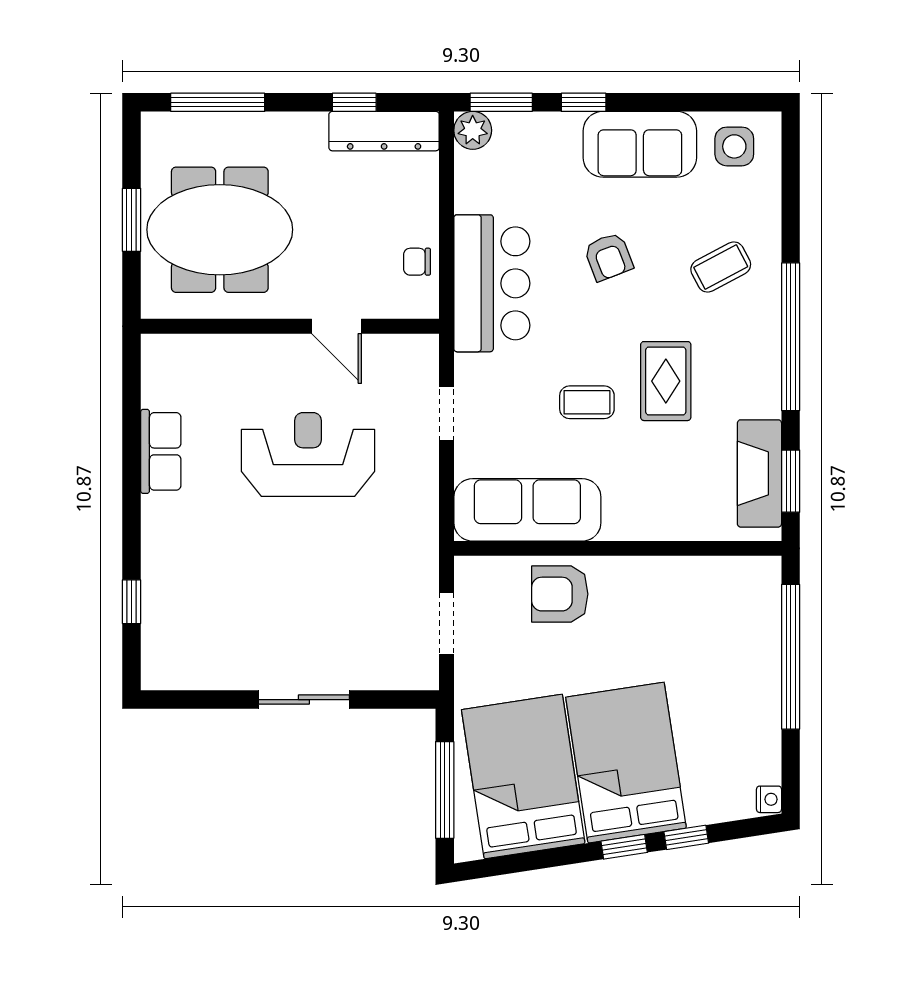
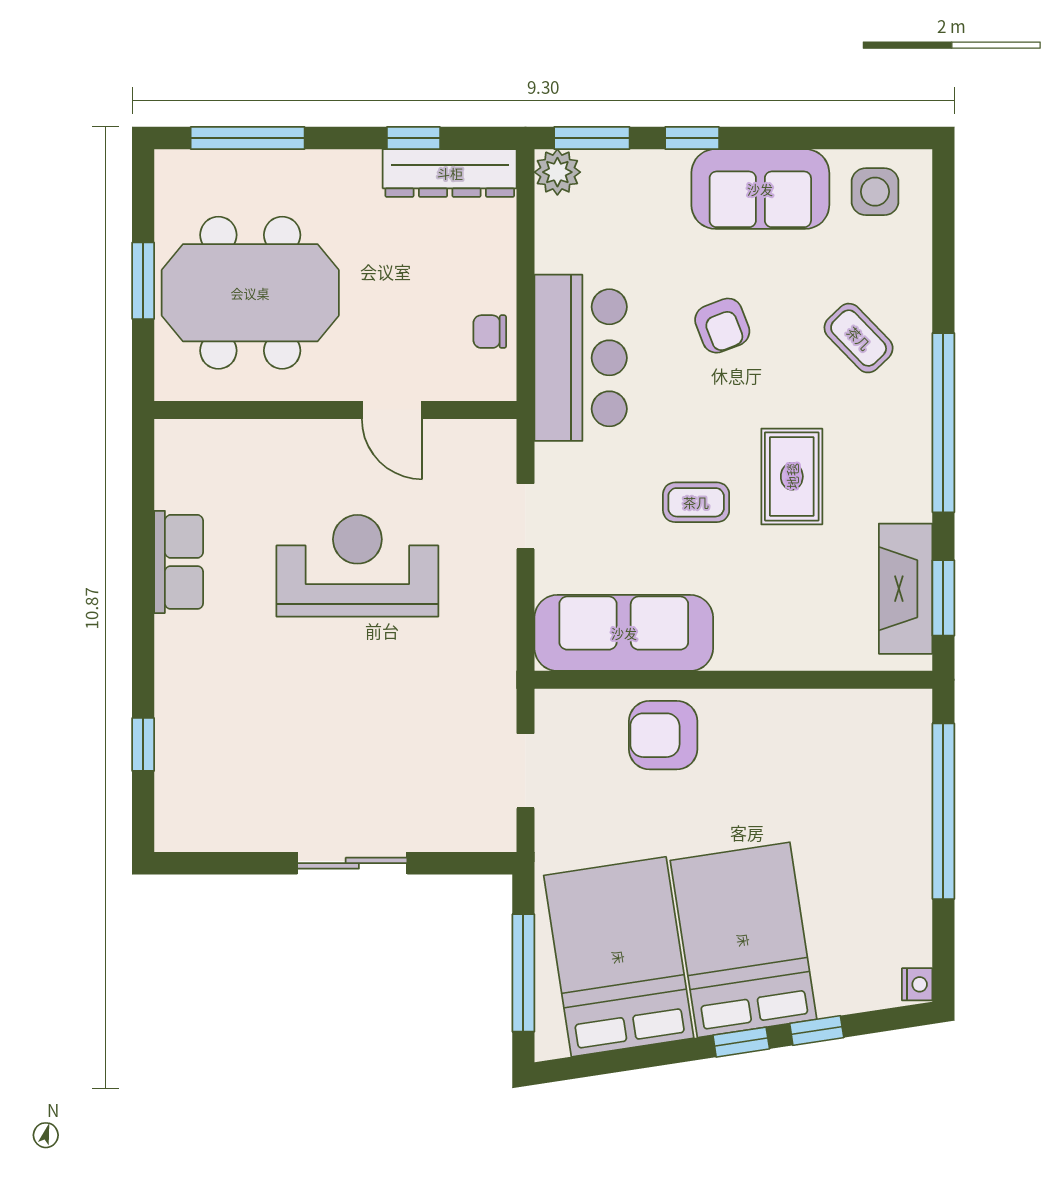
coffee table: (721, 267) -> (859, 338), turned 74

